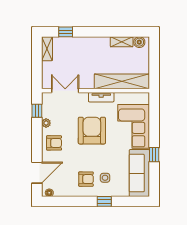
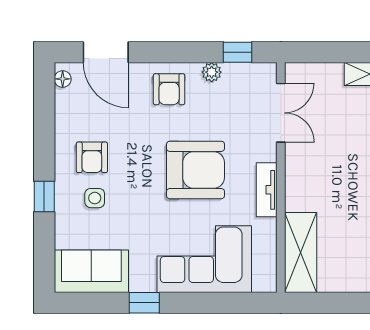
shelving: (122, 81) -> (301, 253), width x0.68
sofa: (139, 173) -> (91, 271), width x0.73

